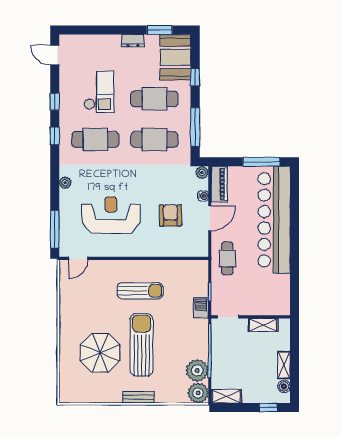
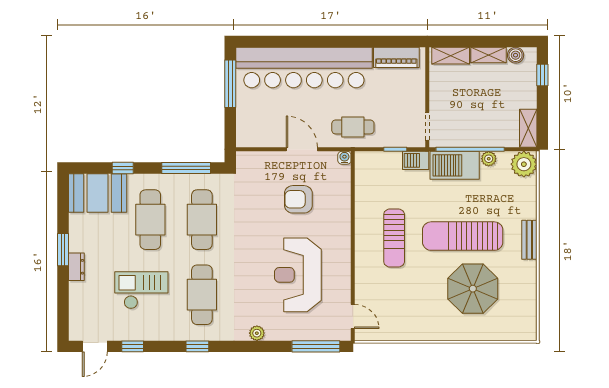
window: (159, 30) -> (63, 250), moved
dresser: (133, 41) -> (76, 267), moved
window: (55, 102) -> (133, 346), moved
plant: (202, 172) -> (244, 159), removed
piano: (219, 184) -> (396, 57), moved, turned 180
water cooler: (203, 196) -> (344, 158), moved
sun lounger: (140, 291) -> (394, 238), turned 180
shelving: (263, 325) -> (451, 56), moved, turned 90
barbecue: (197, 338) -> (455, 165), added
plant: (197, 370) -> (489, 159), width x0.53, depth x0.53

